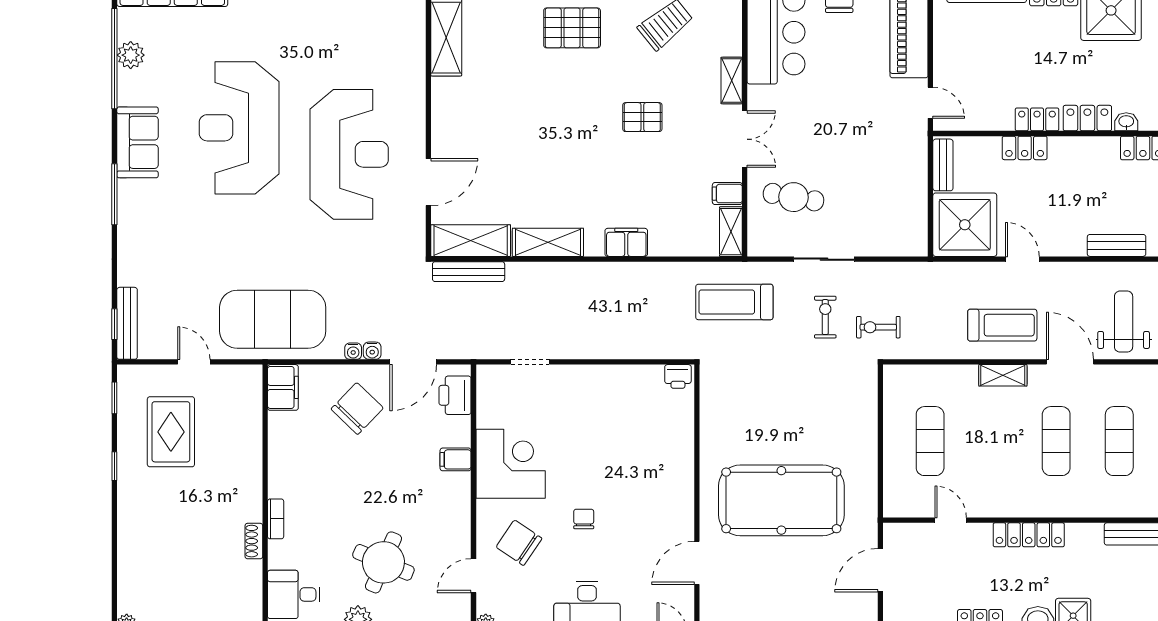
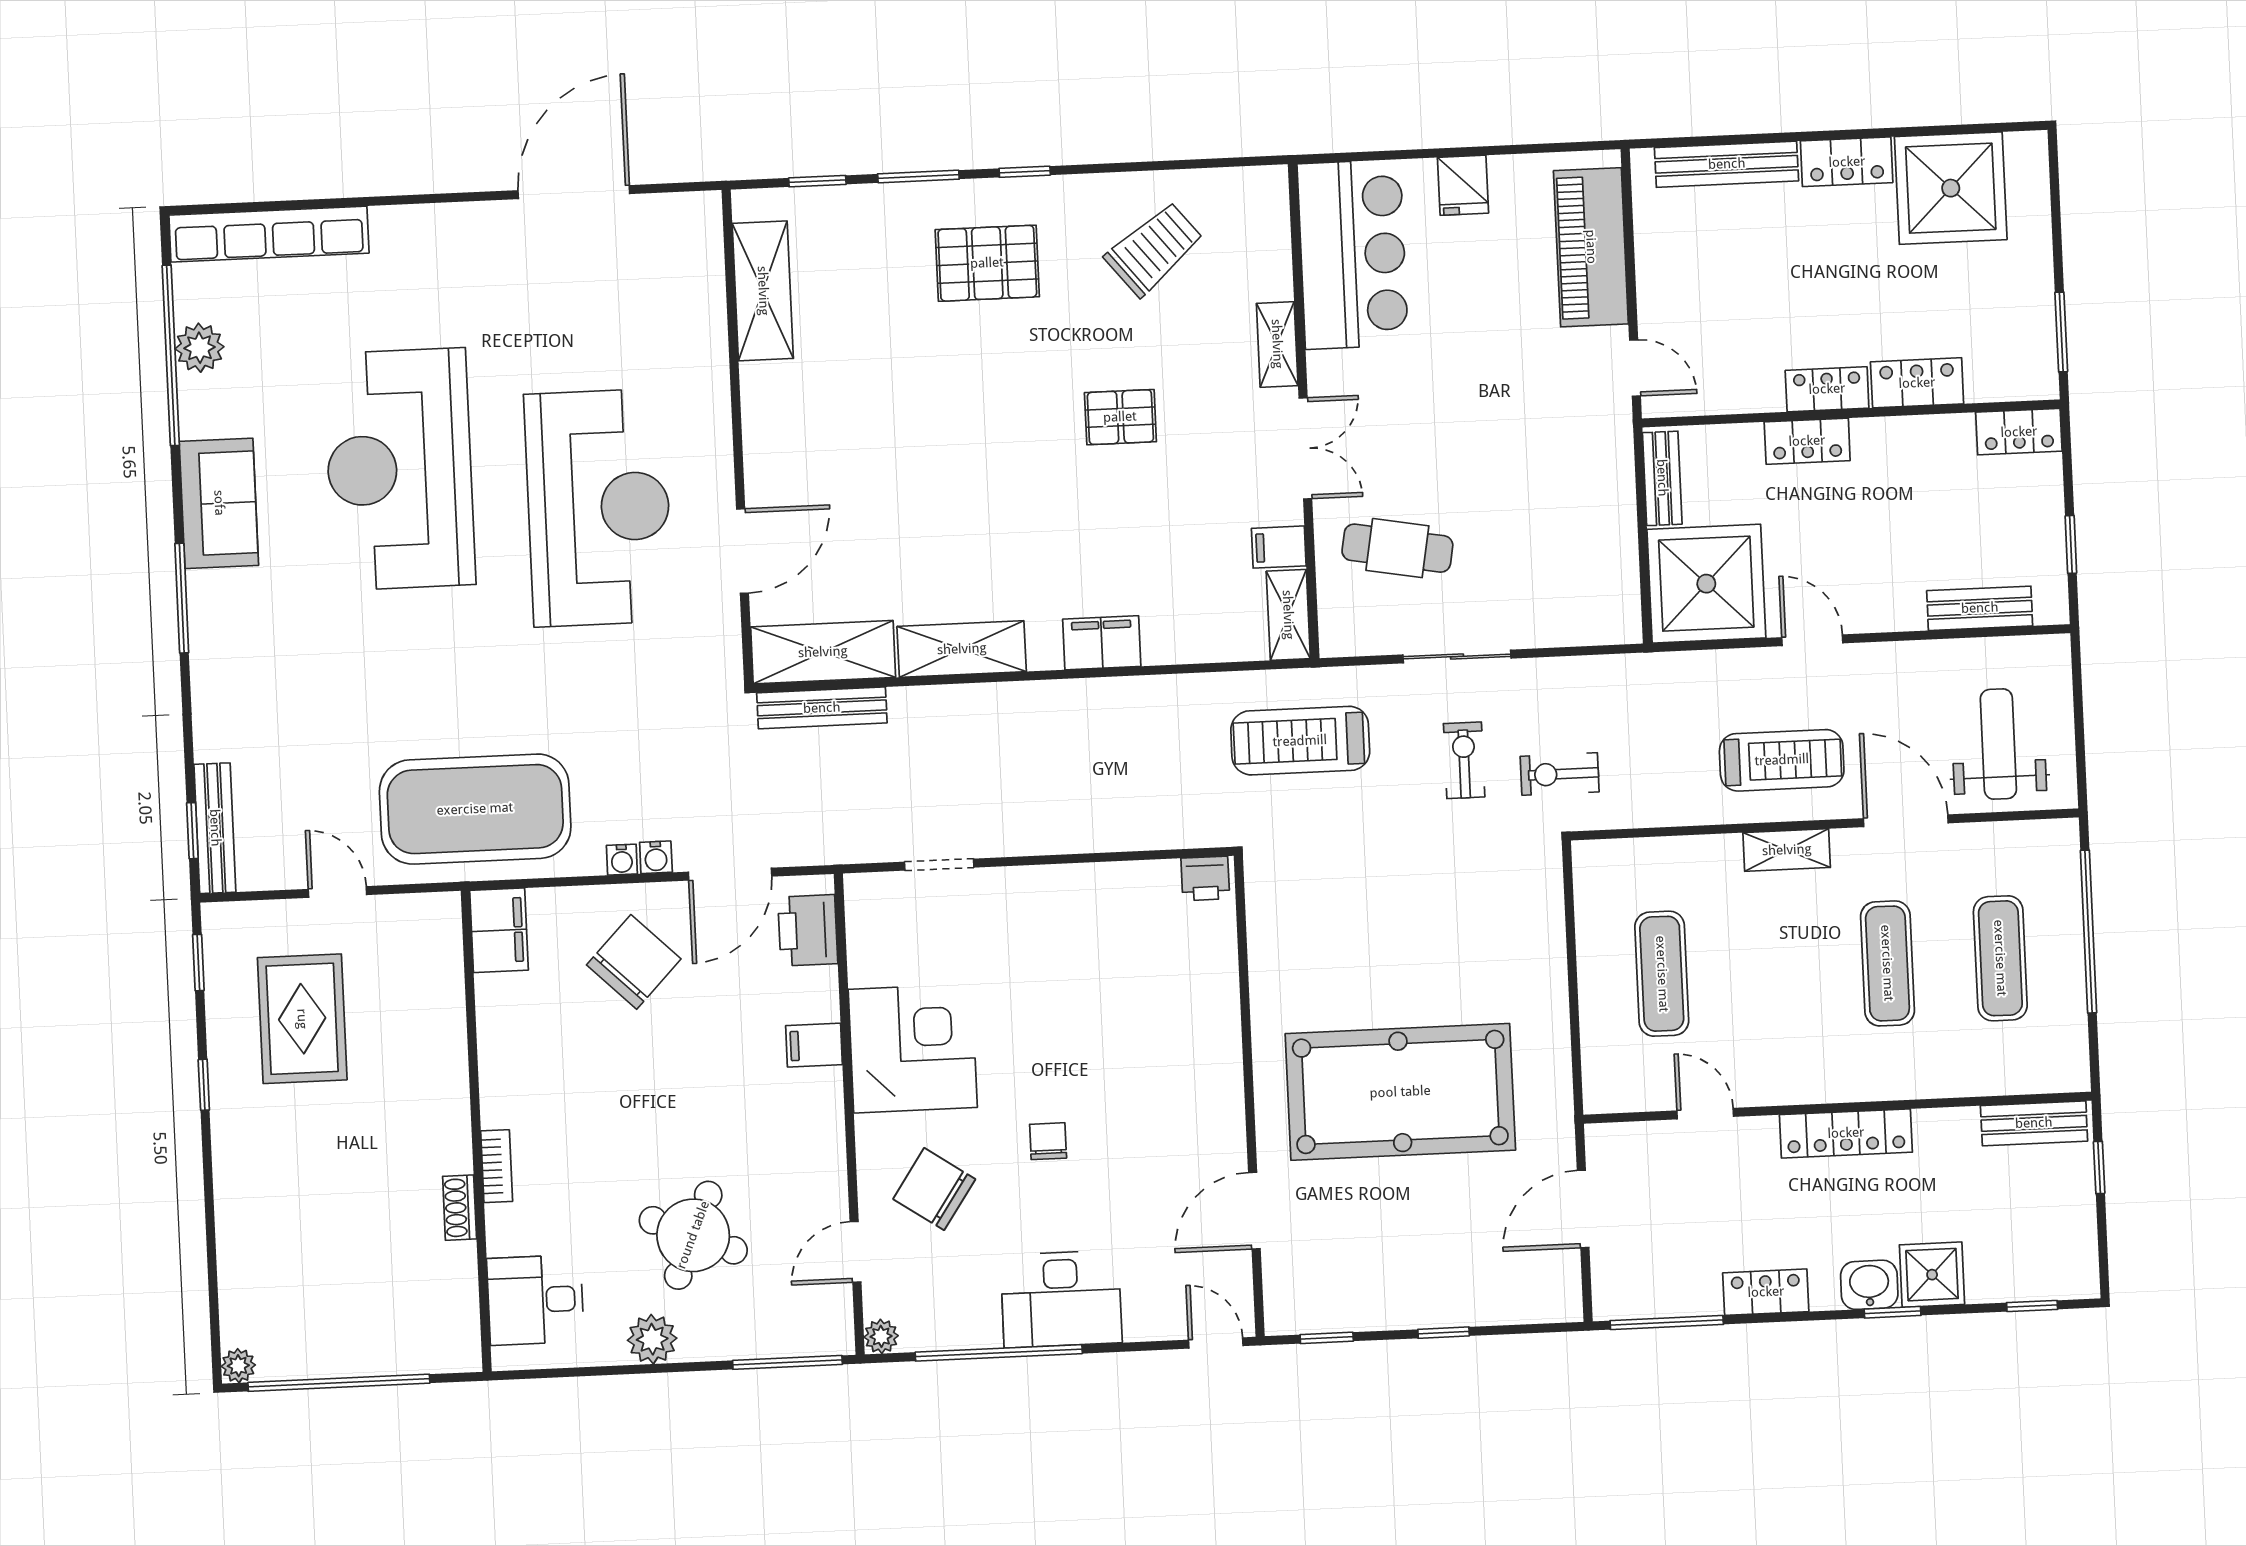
washbasin: (1126, 122) -> (1987, 386), removed

